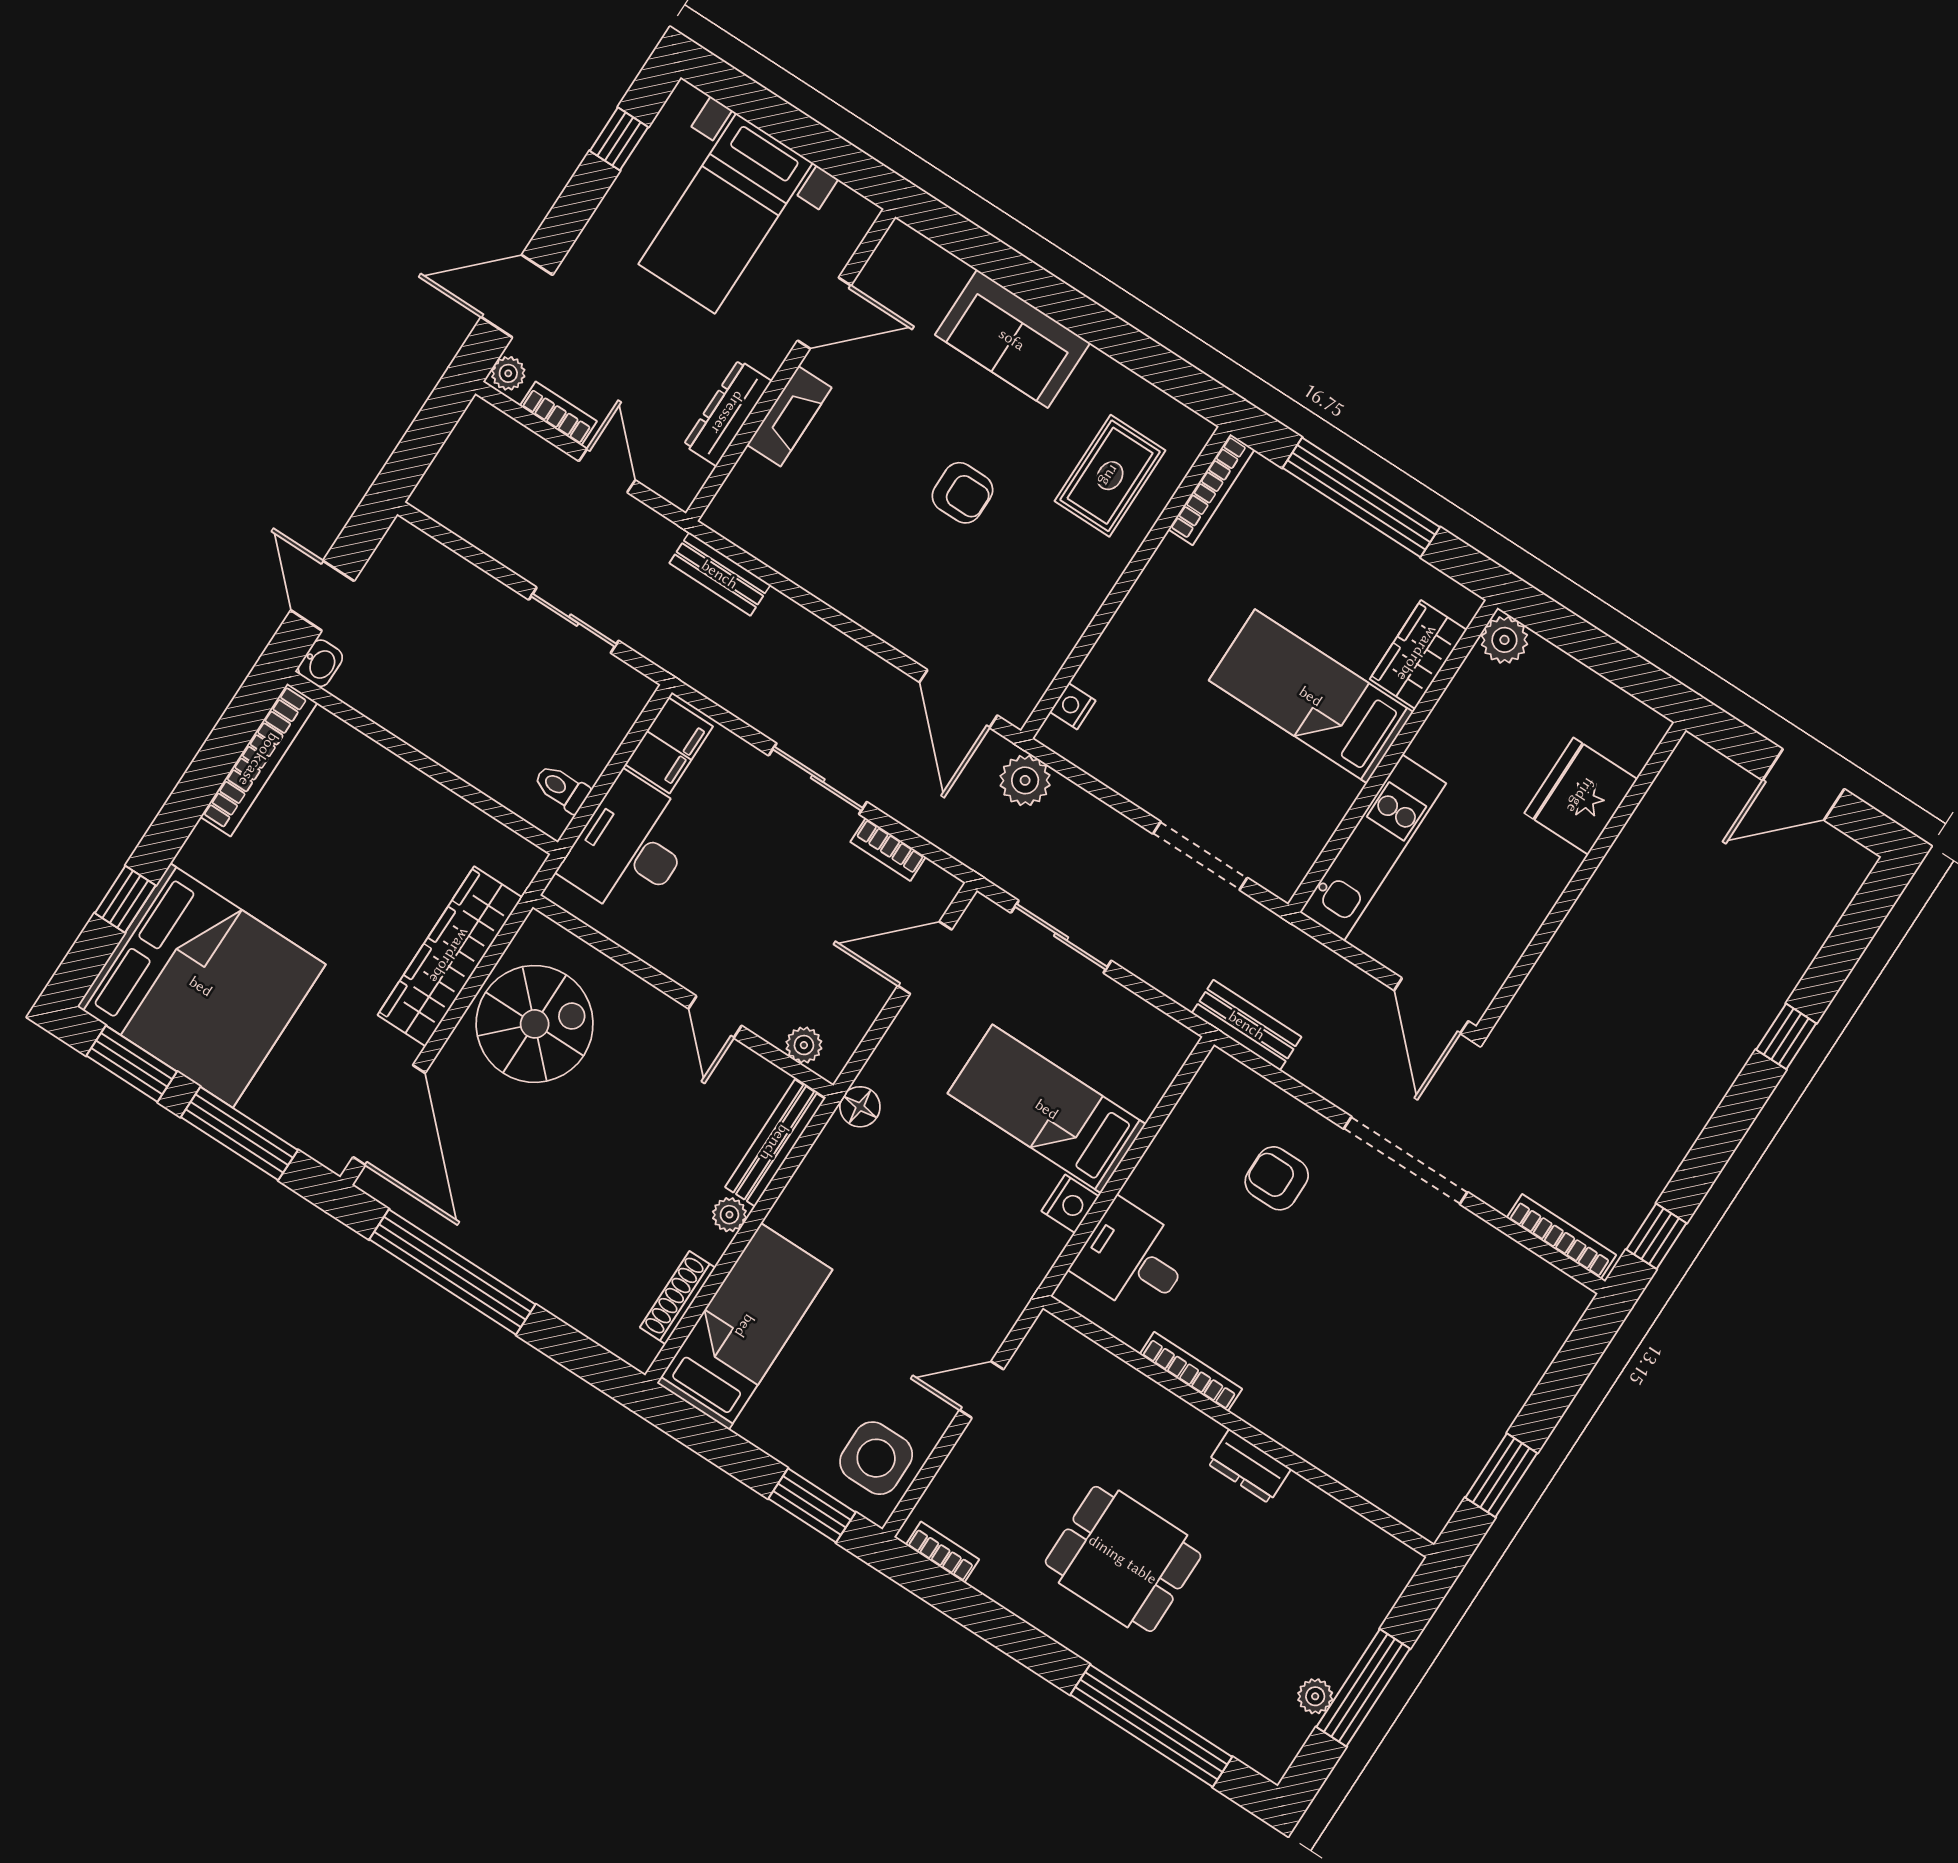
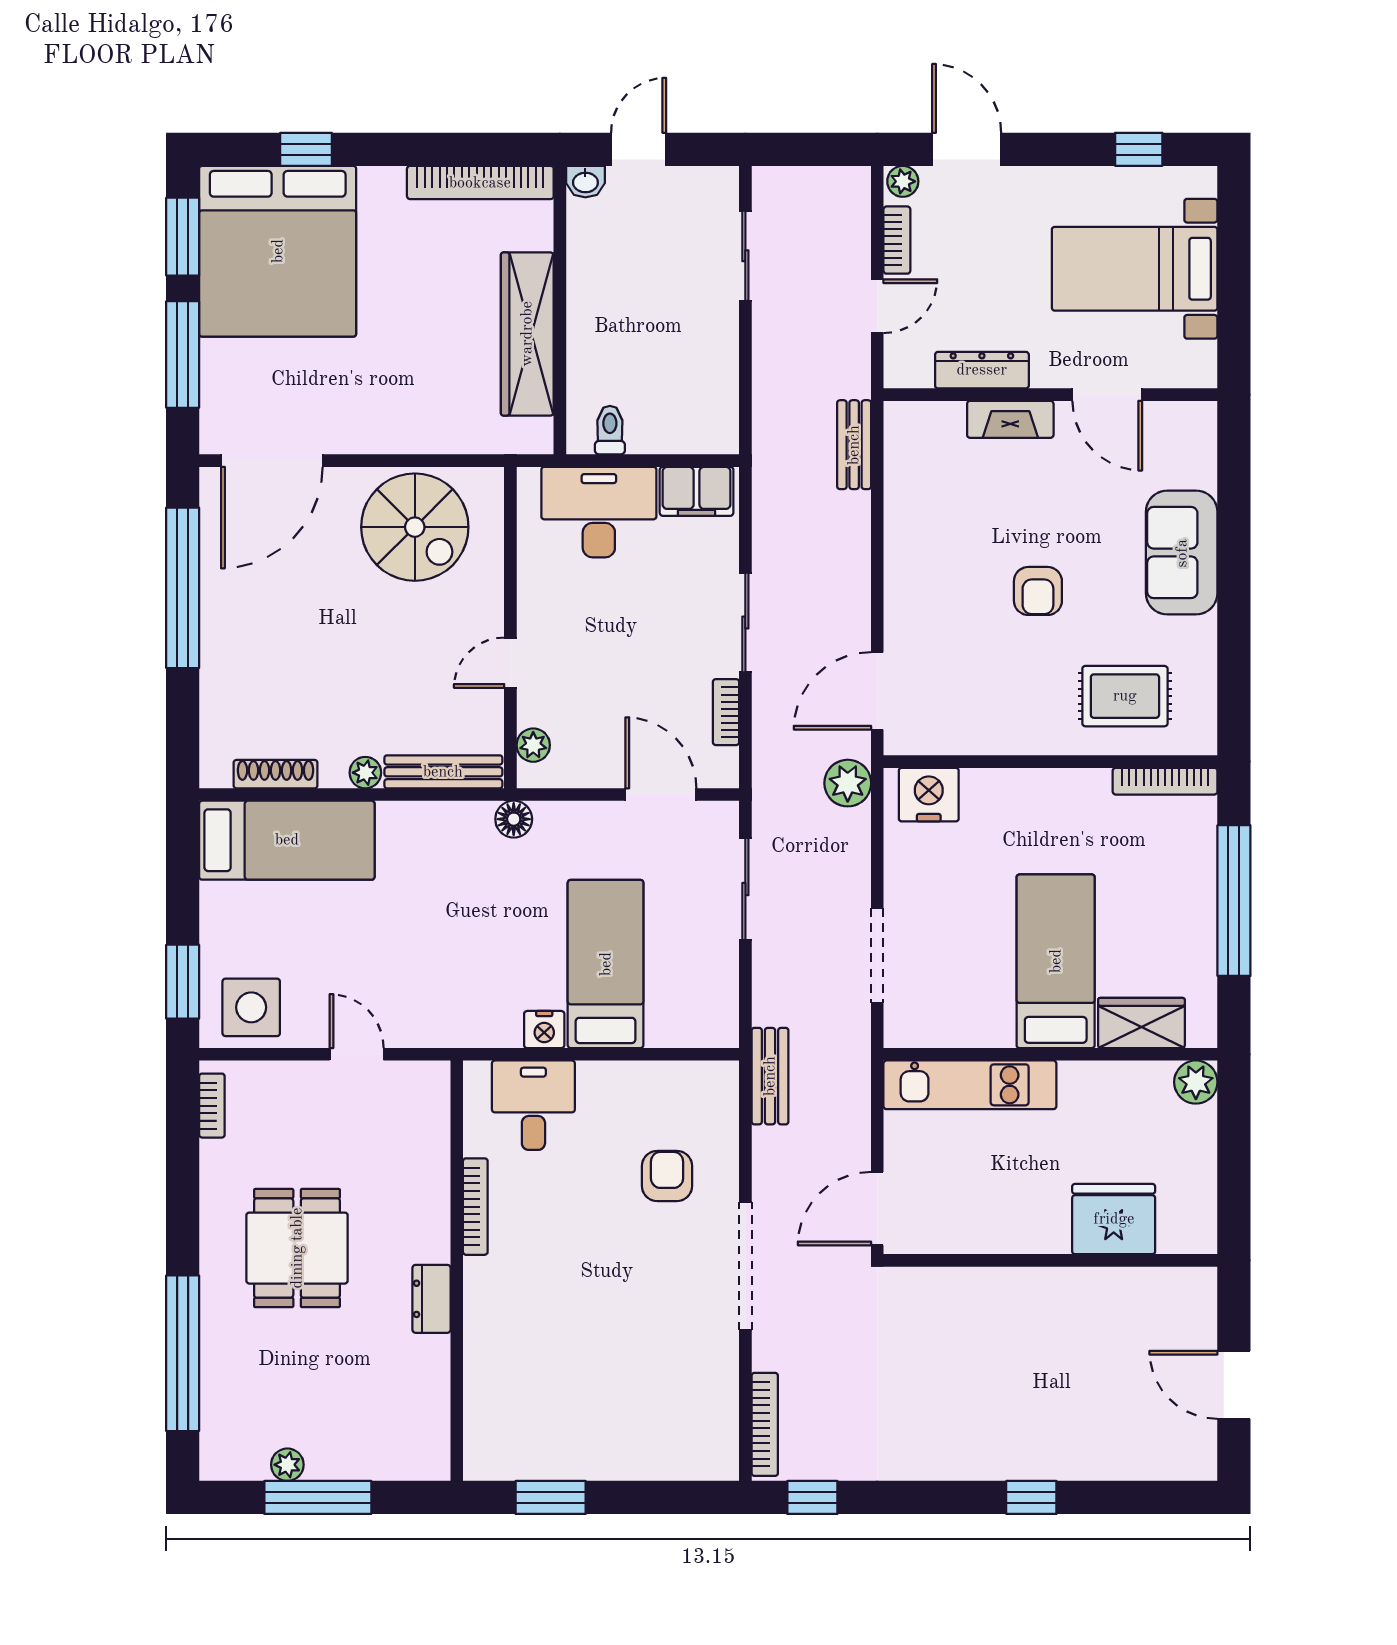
sliding door: (574, 620) -> (745, 256), moved
nightstand: (1073, 706) -> (929, 795), width x1.89, depth x1.79
wardrobe: (450, 956) -> (527, 334), moved, turned -90

